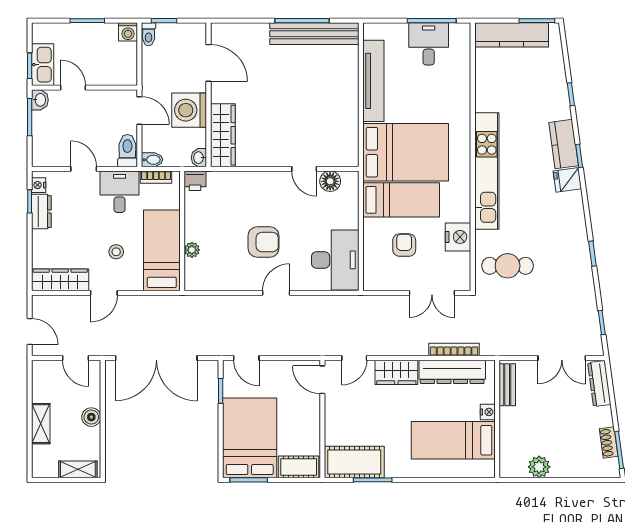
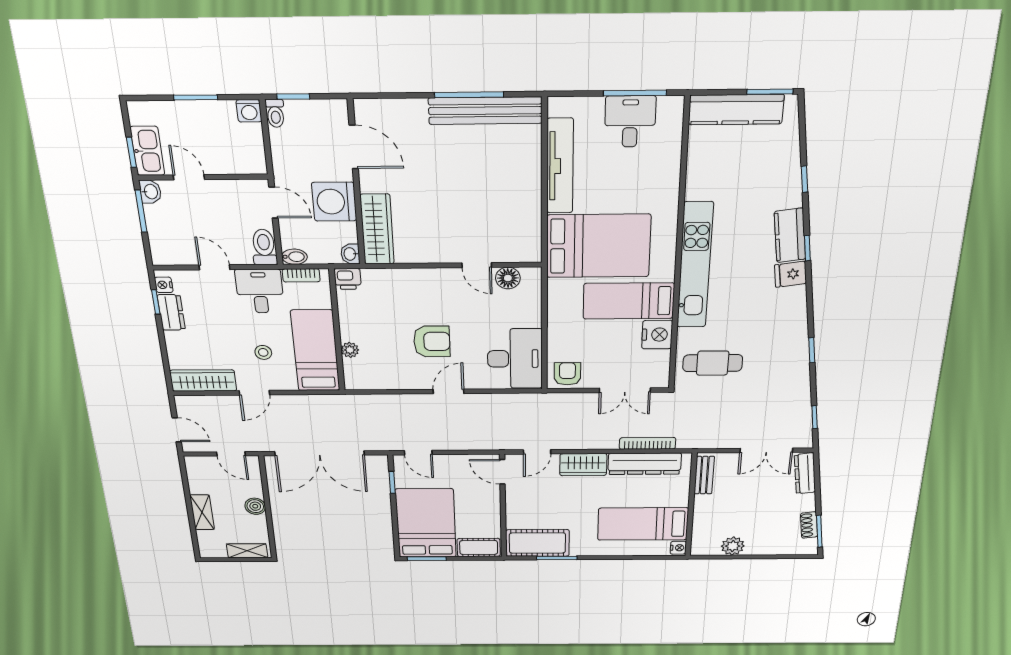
bed: (401, 200) -> (629, 301), moved, turned 180
armchair: (404, 245) -> (567, 374), moved
nightstand: (488, 412) -> (678, 548), moved

